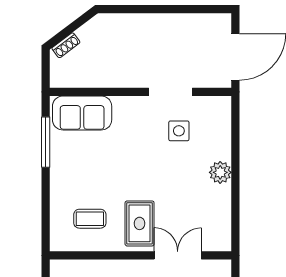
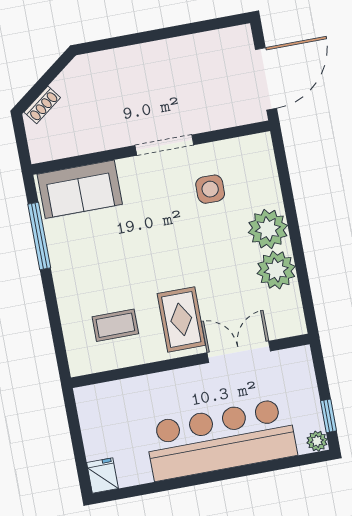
doorway: (170, 92) -> (164, 145), moved
plant: (220, 172) -> (268, 229), width x1.36, depth x1.36
plant: (217, 200) -> (276, 270), added

